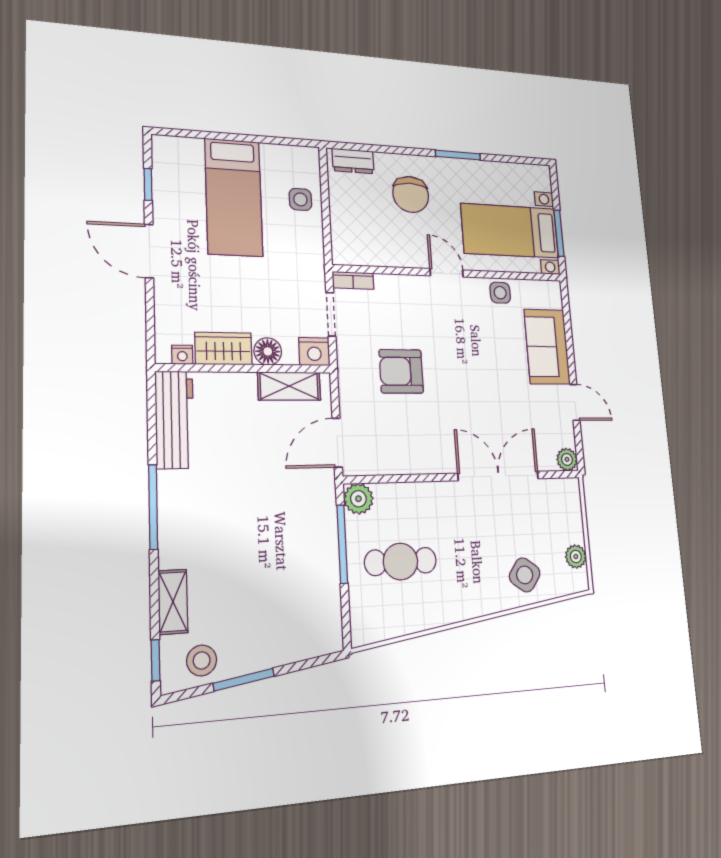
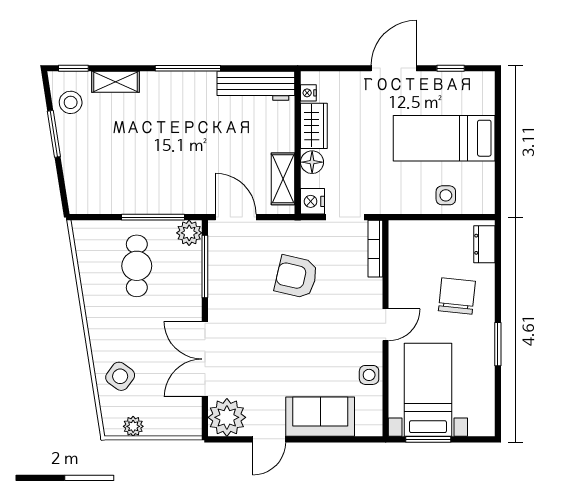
chair: (411, 194) -> (457, 296), turned 96
bookcase: (353, 280) -> (375, 249), width x1.56
armchair: (401, 371) -> (296, 277), turned -77
plant: (567, 459) -> (227, 417), width x1.88, depth x1.88
double door: (498, 476) -> (205, 359), swing flipped
window: (396, 479) -> (205, 266), added

